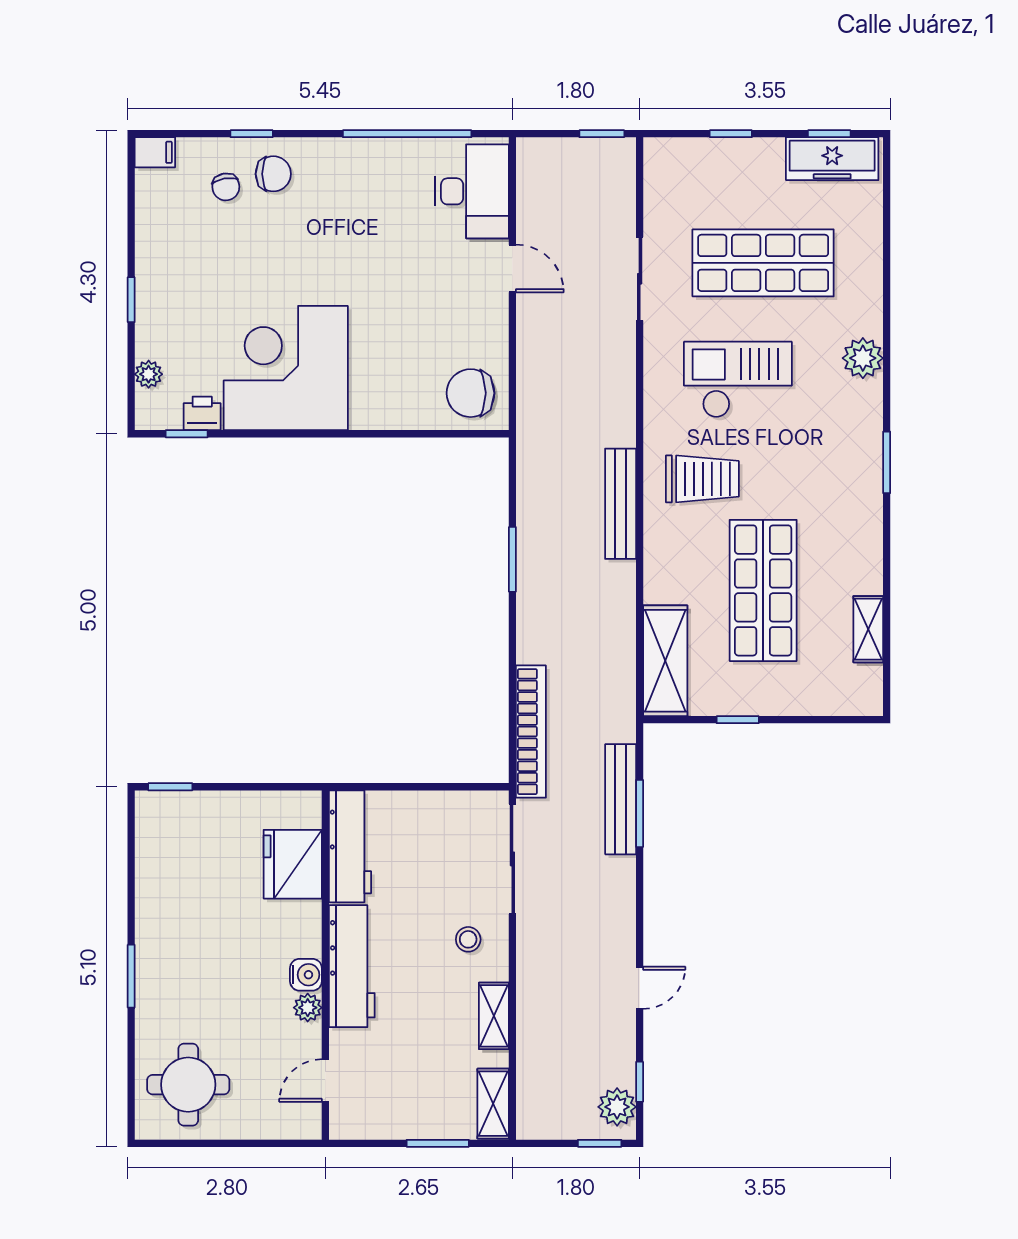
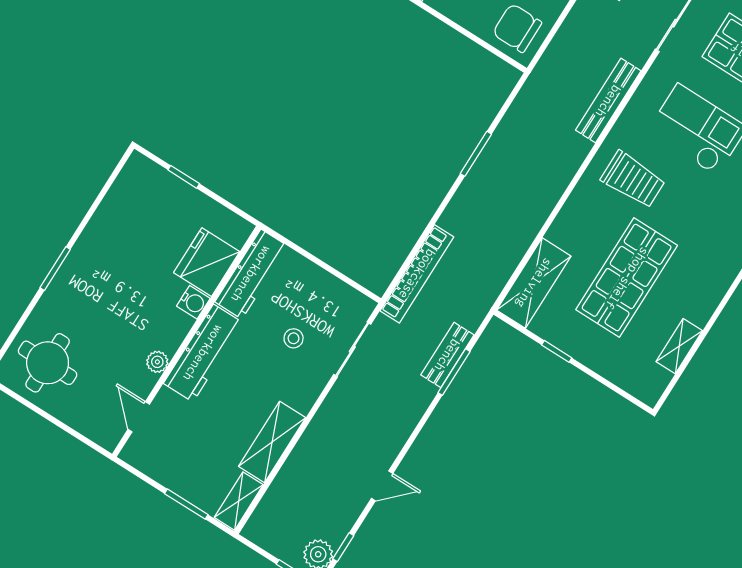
bench: (621, 504) -> (608, 101), moved
window: (170, 787) -> (184, 177), moved
bench: (621, 799) -> (447, 355), width x0.73
sliding door: (512, 859) -> (352, 349), width x0.73
stool: (468, 939) -> (294, 338), moved
water cooler: (306, 975) -> (193, 302), moved
shelving: (494, 1016) -> (272, 442), width x1.50, depth x1.33
door: (325, 1081) -> (139, 417), hinge flipped

